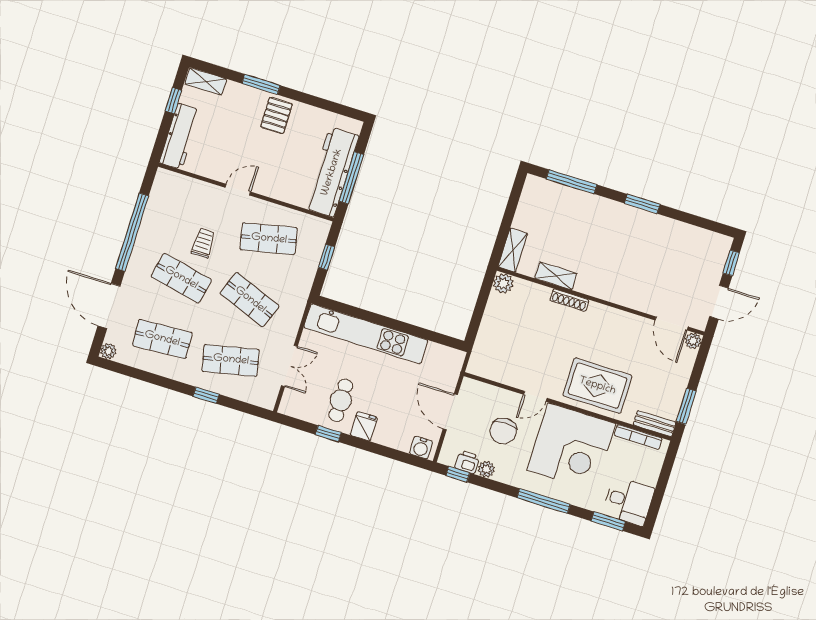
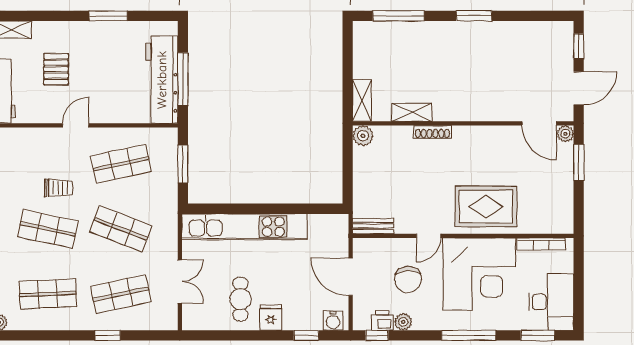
window: (261, 84) -> (108, 16), moved
pallet: (276, 115) -> (56, 69), moved
trolley: (203, 243) -> (59, 188), turned 90
window: (326, 257) -> (183, 164), width x1.50
window: (686, 406) -> (579, 162), moved
bench: (655, 424) -> (373, 226), moved
window: (328, 434) -> (306, 335), moved
desk: (628, 501) -> (551, 302), width x1.37

